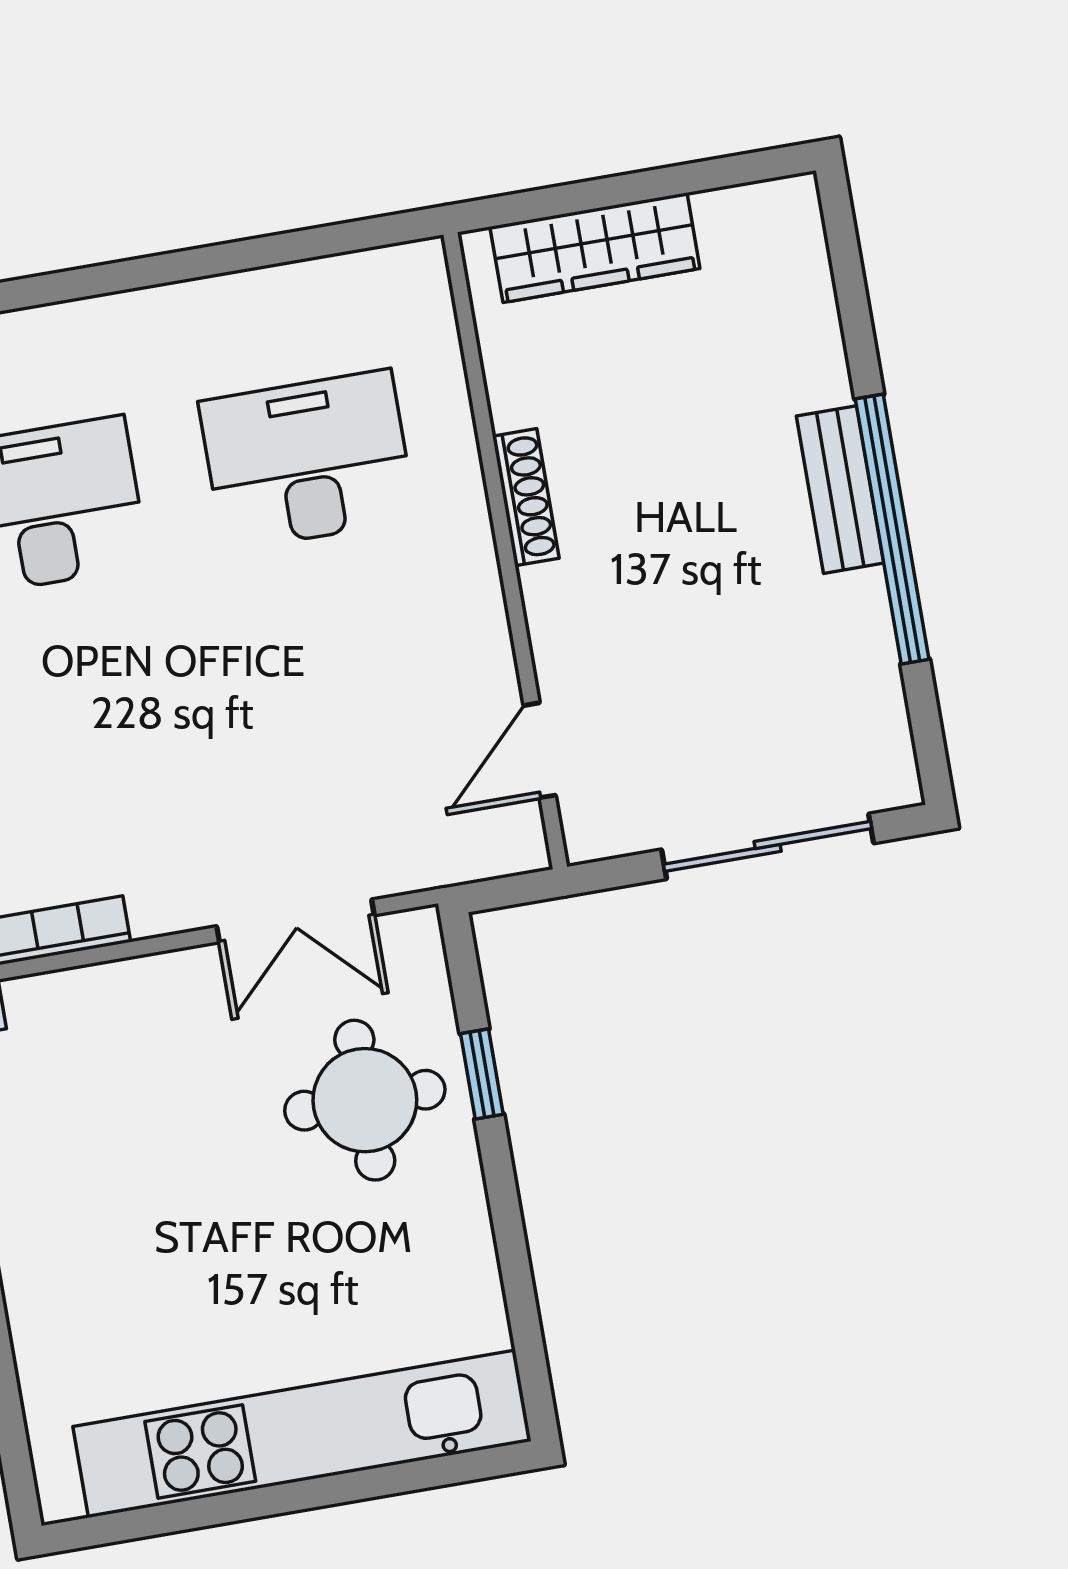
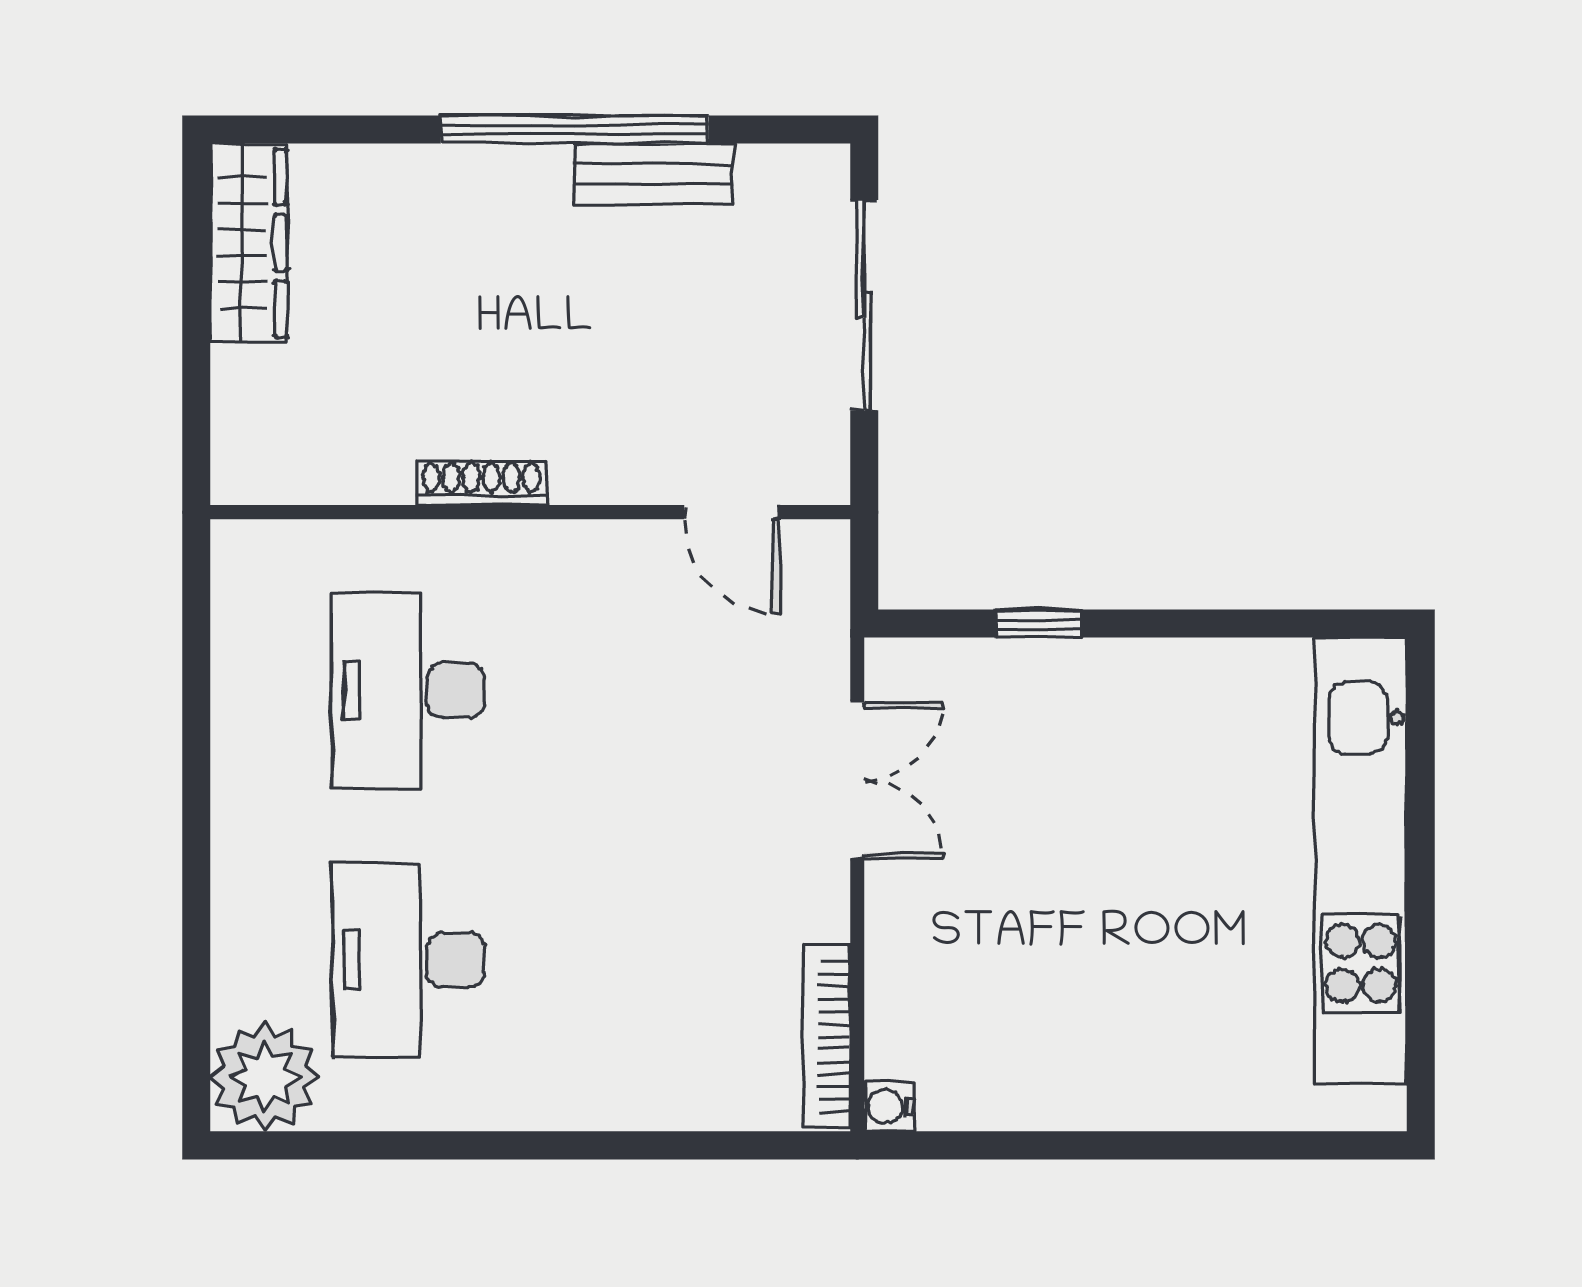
wardrobe: (595, 248) -> (249, 243), moved
bench: (840, 490) -> (653, 174), moved
round table: (365, 1100) -> (1045, 743), removed

